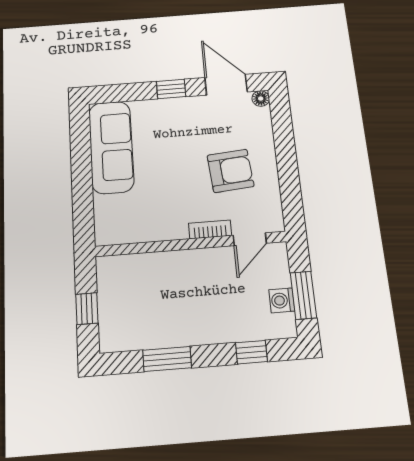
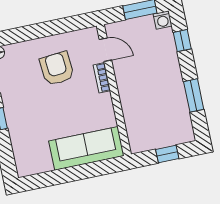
sofa: (111, 147) -> (86, 148), moved
washing machine: (282, 300) -> (163, 20), moved

